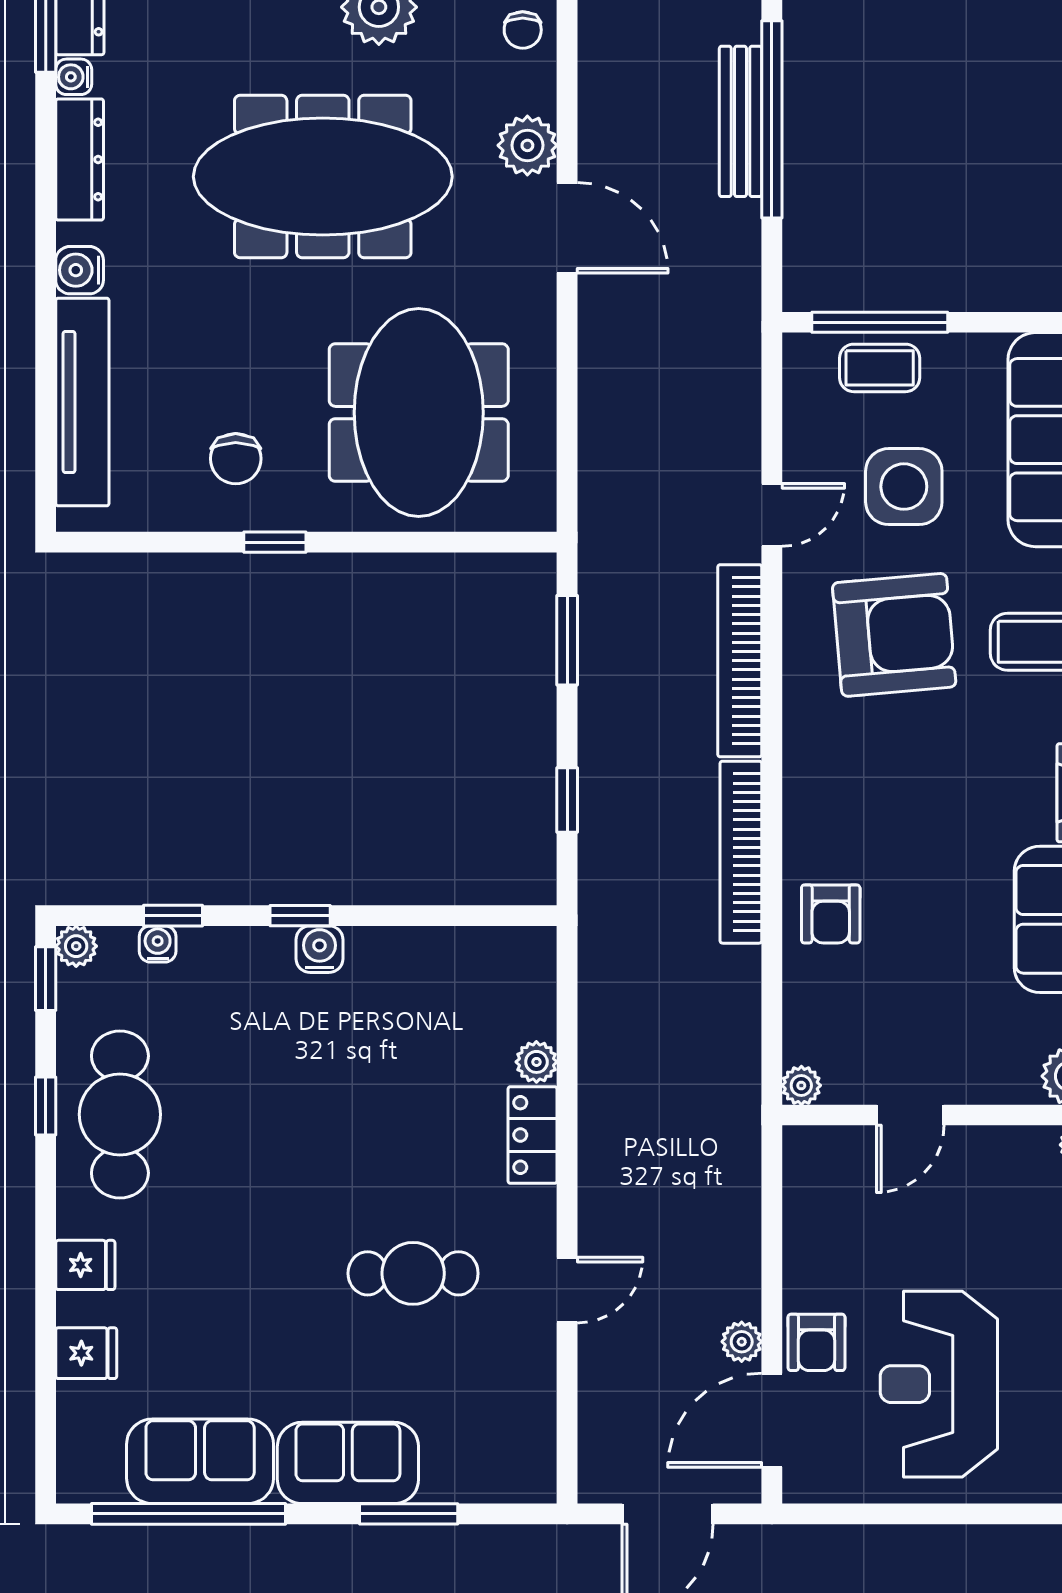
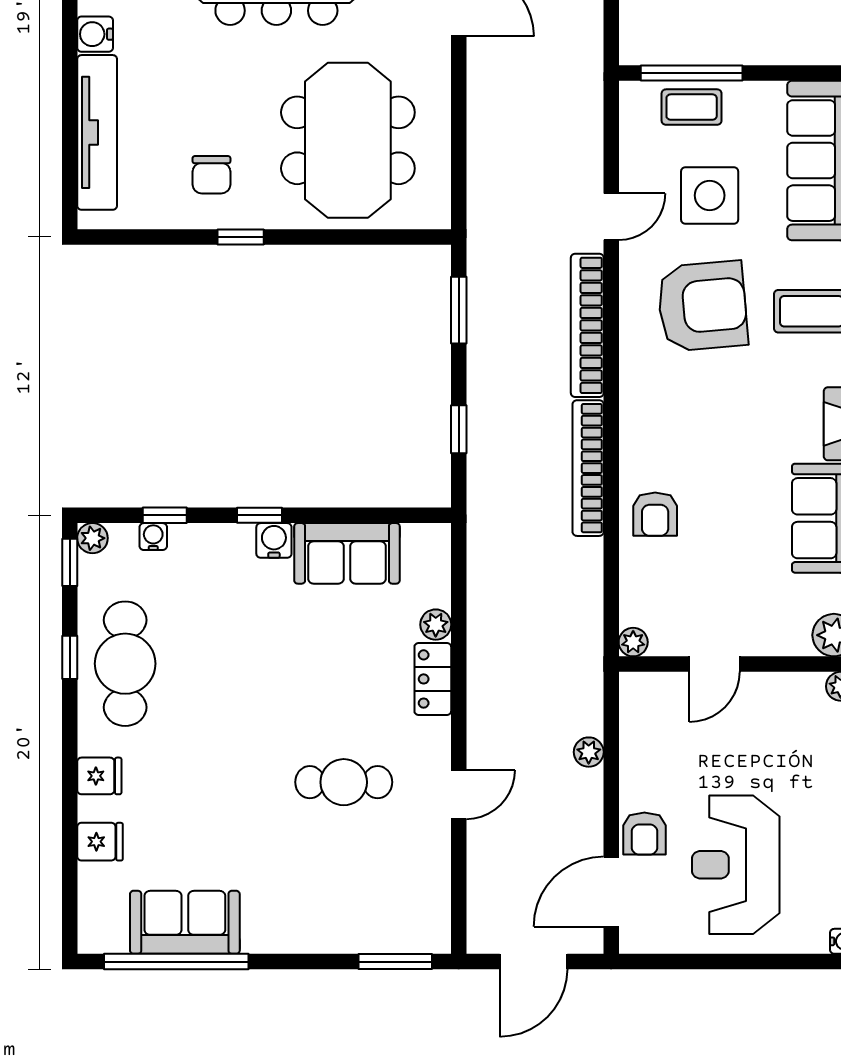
plant: (742, 1342) -> (589, 752), moved
sofa: (348, 1463) -> (347, 553), moved, turned 180
window: (409, 1514) -> (395, 962), moved

